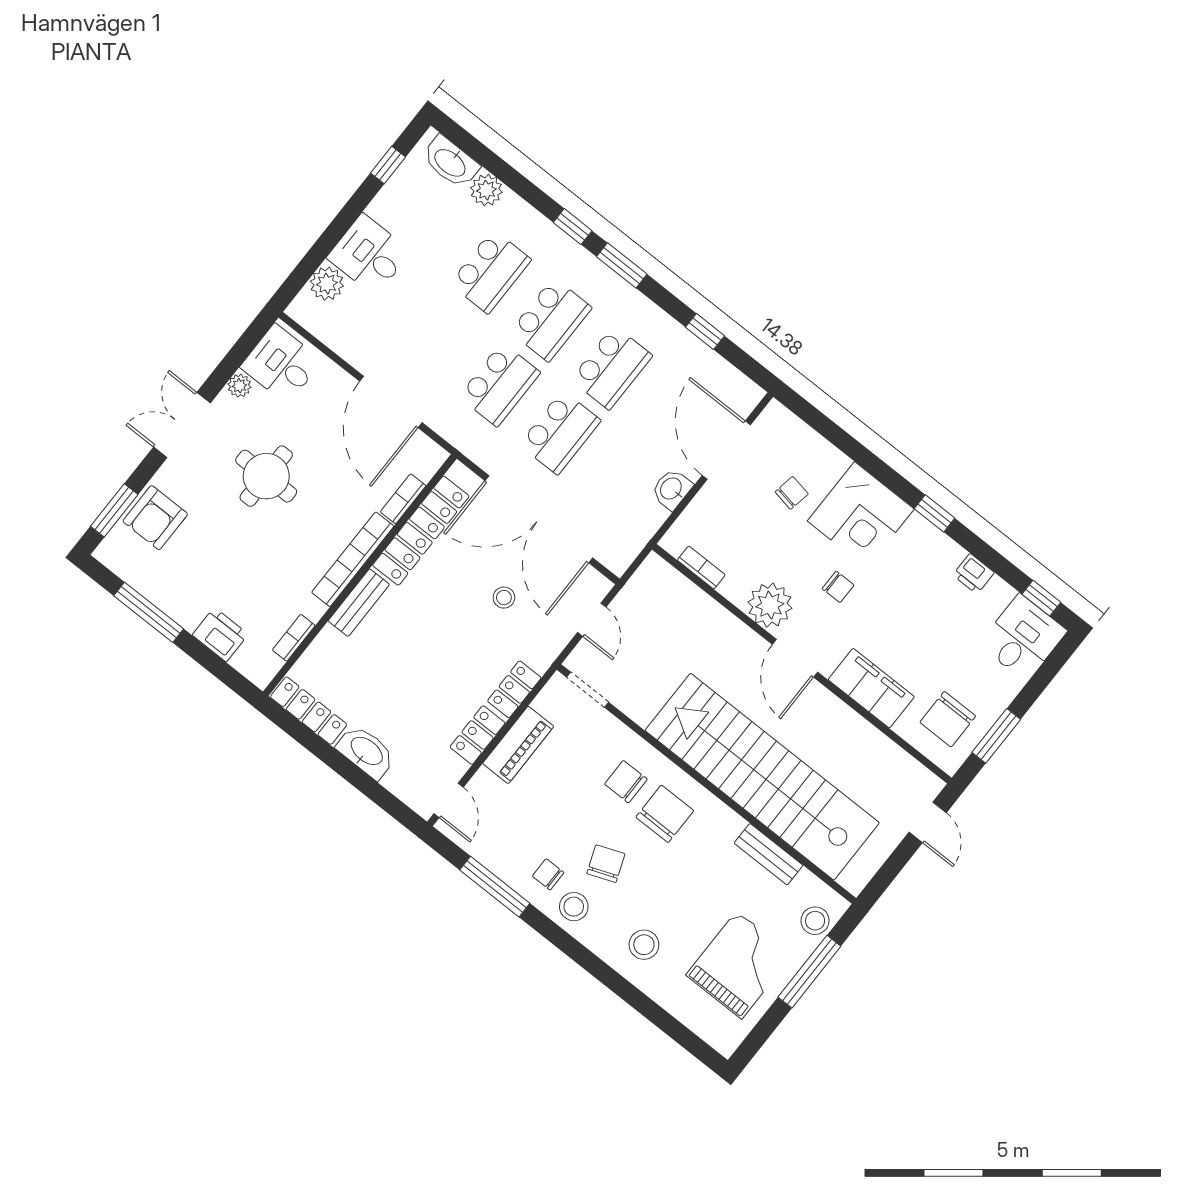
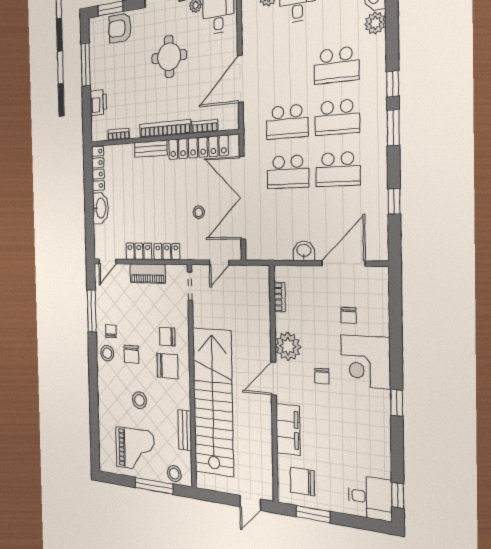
chair: (792, 493) -> (349, 315), turned 80
printer: (974, 574) -> (382, 447), removed
chair: (626, 782) -> (167, 337), turned -90
chair: (606, 864) -> (131, 354), turned 111
stool: (644, 945) -> (139, 400), moved

